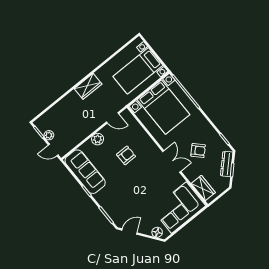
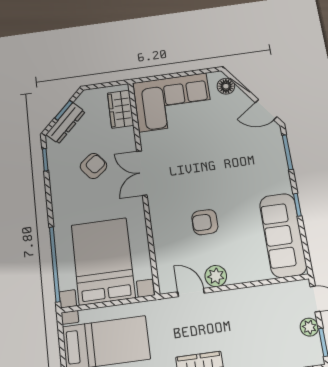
plant: (98, 139) -> (216, 276), moved
armchair: (198, 150) -> (93, 166), turned 96

